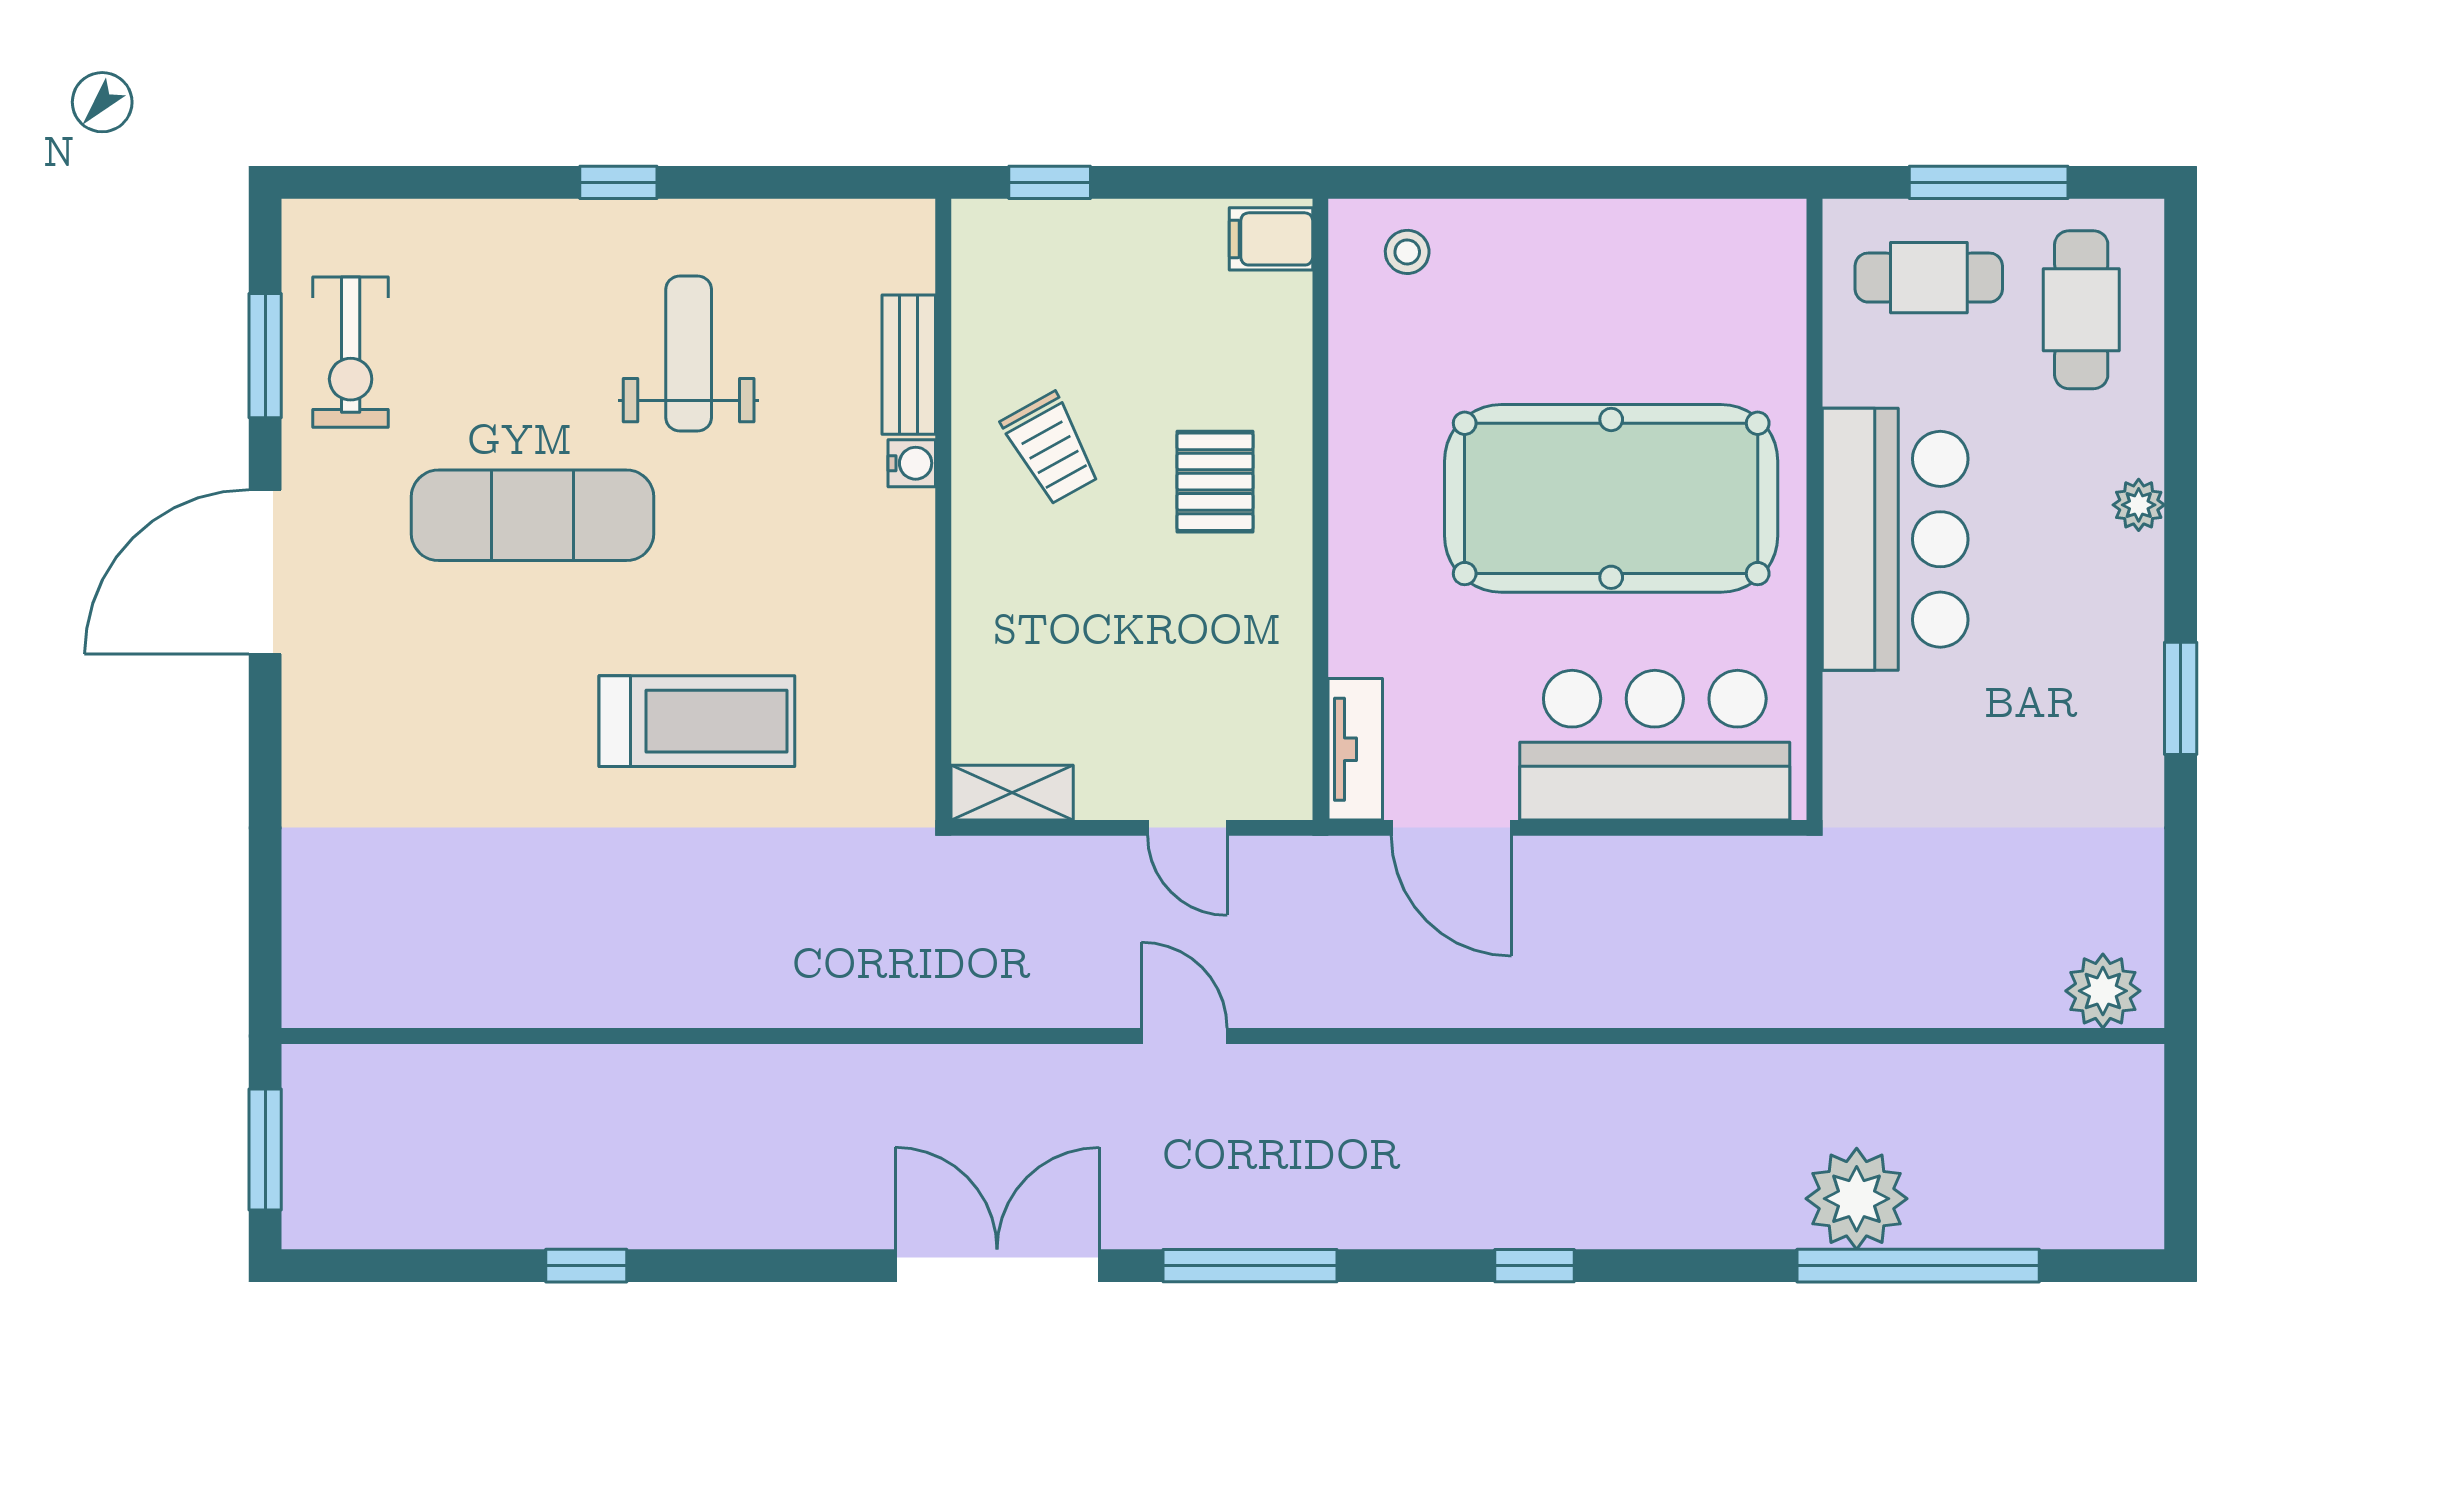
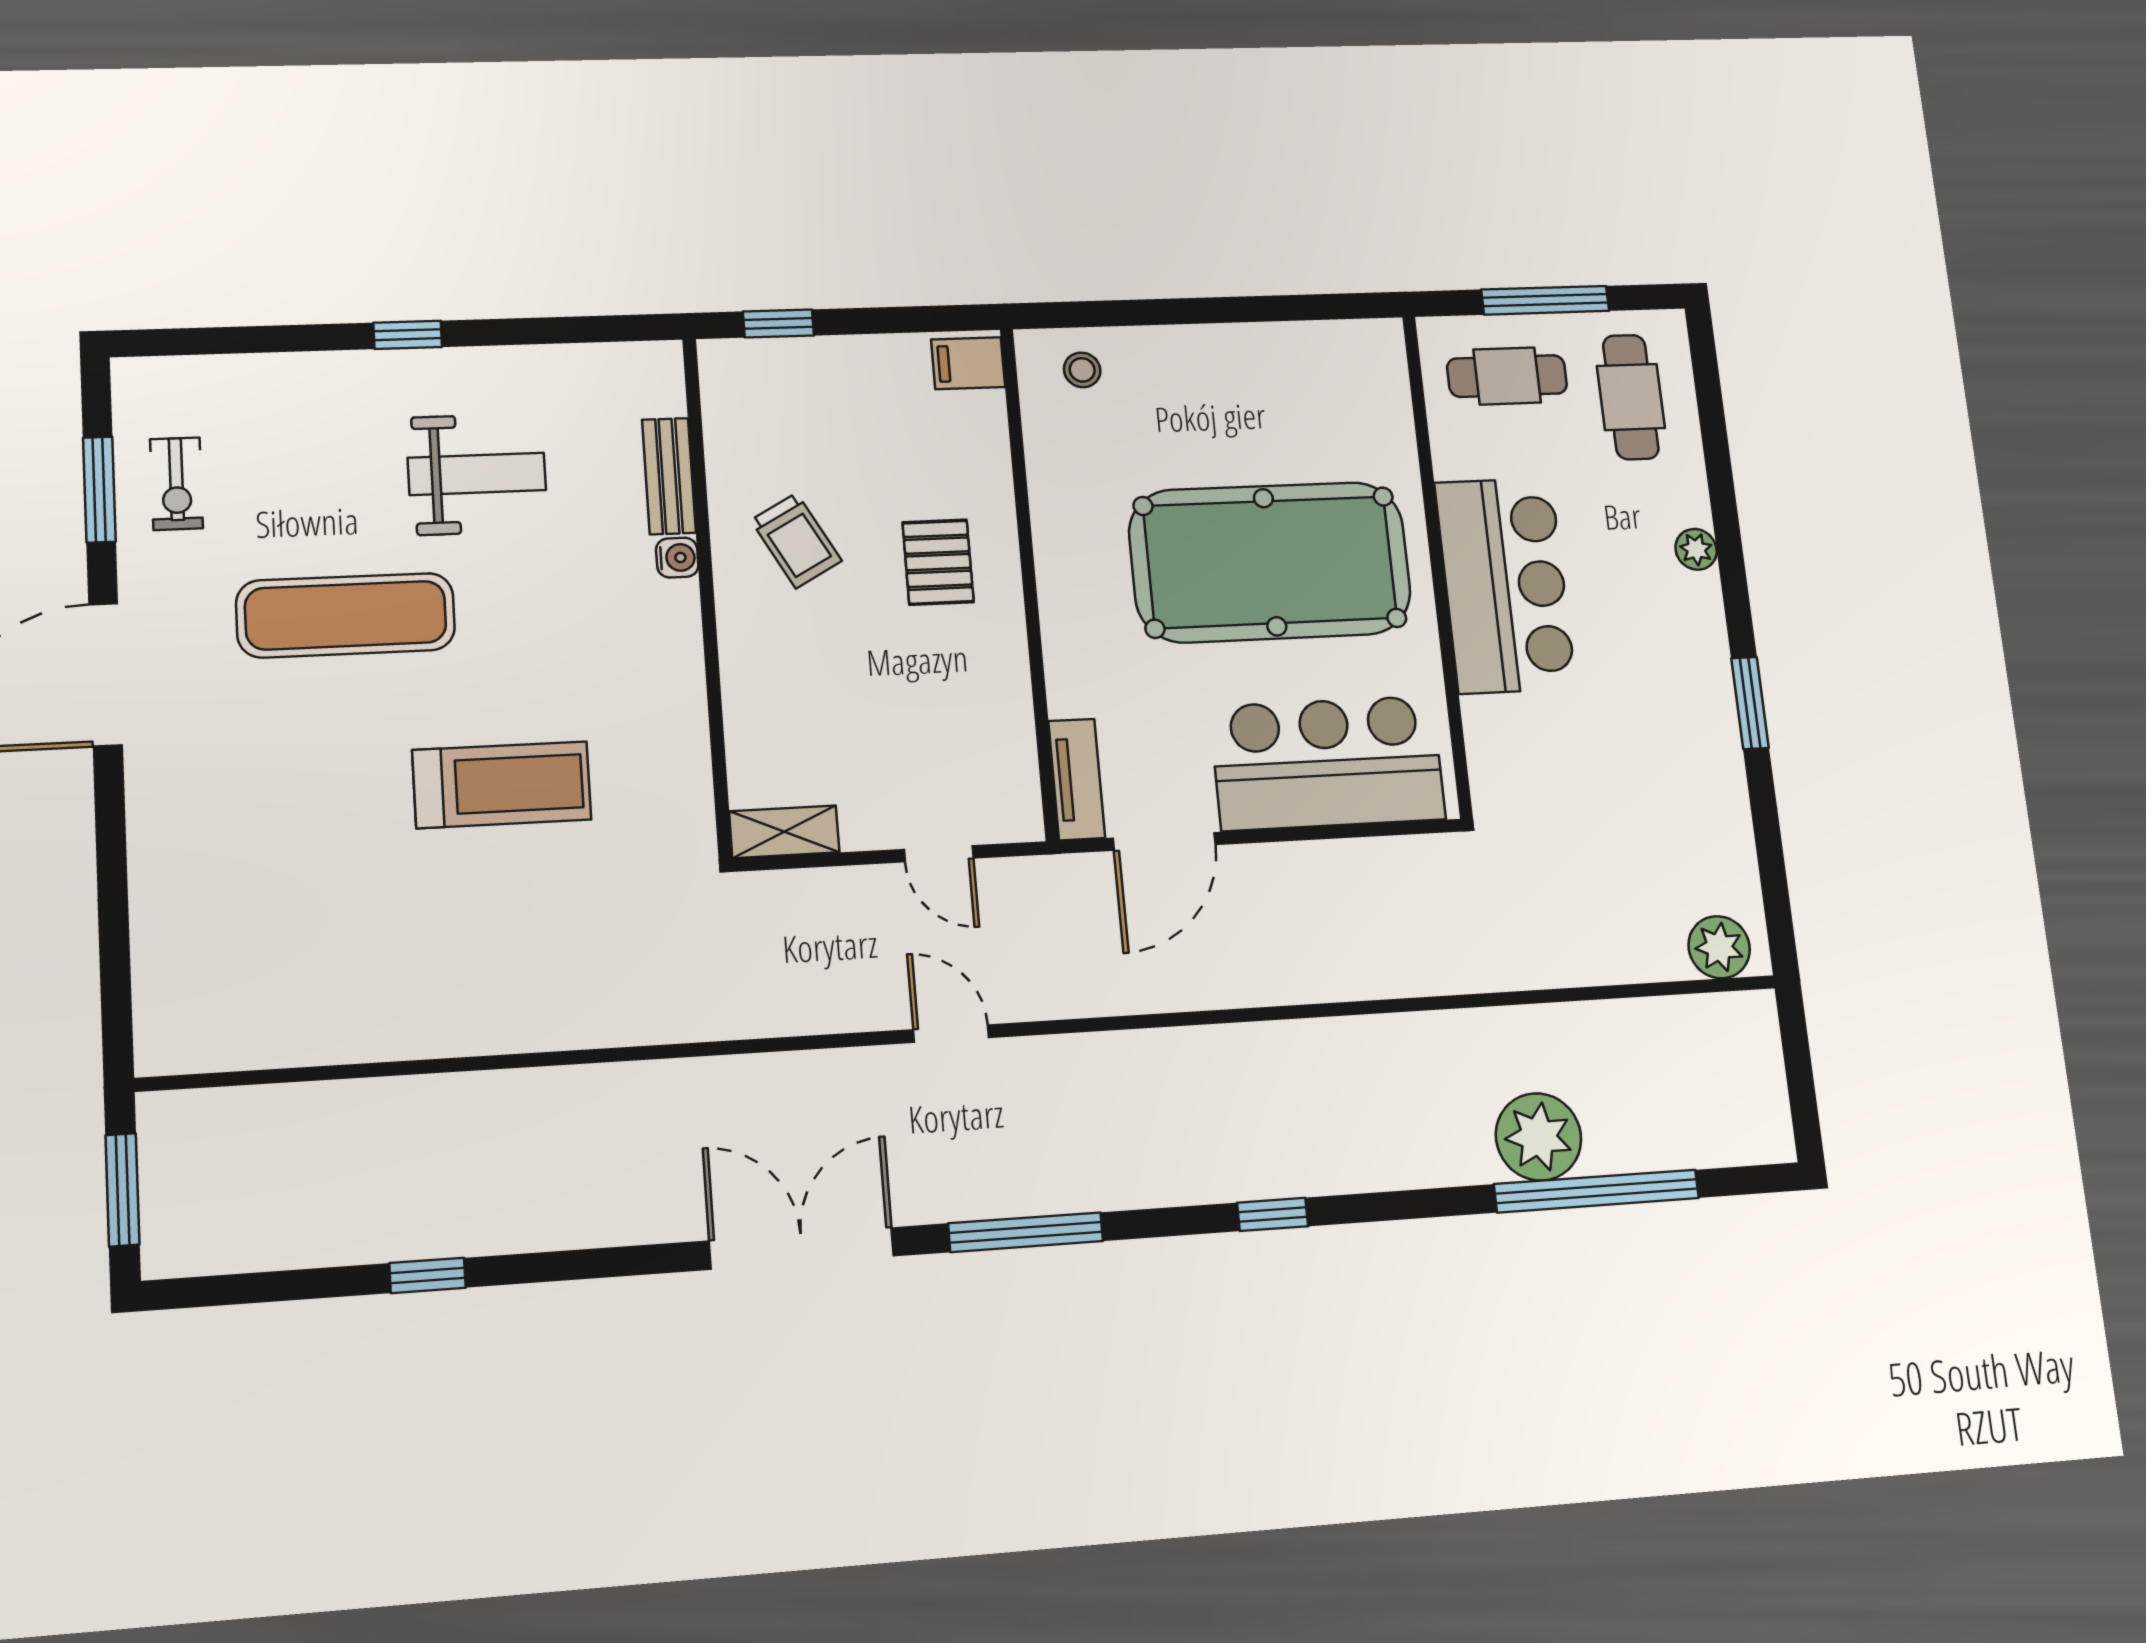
exercise bike: (351, 352) -> (177, 484), width x0.73, depth x0.72
weight bench: (689, 354) -> (477, 474), turned 90
door: (1451, 828) -> (1164, 841), hinge flipped

